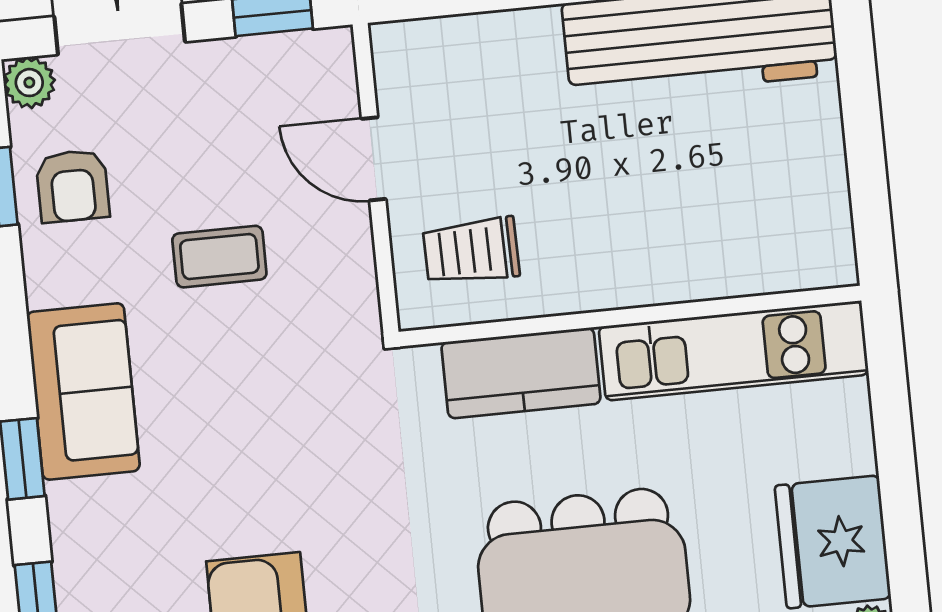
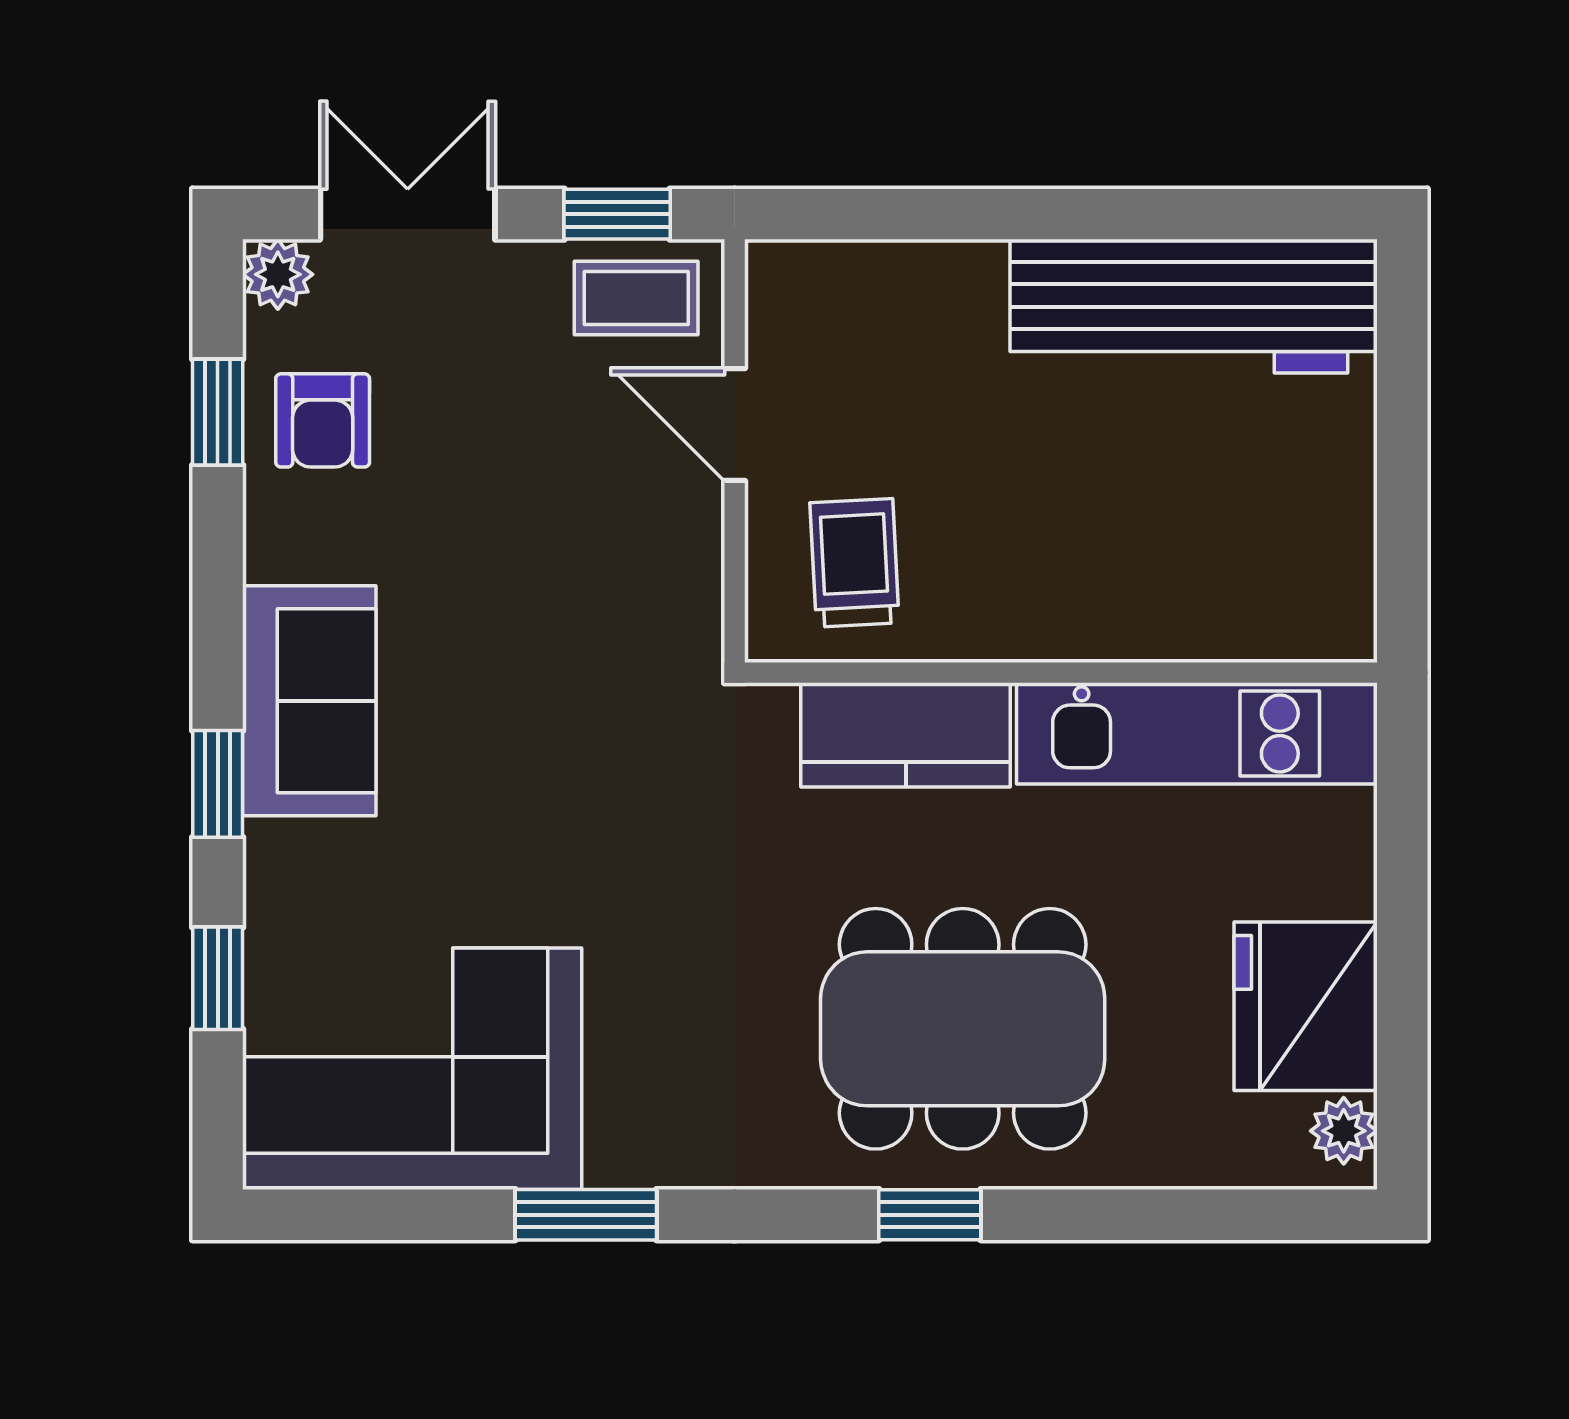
trolley: (471, 251) -> (855, 563), turned 88
coffee table: (219, 257) -> (636, 298), moved

